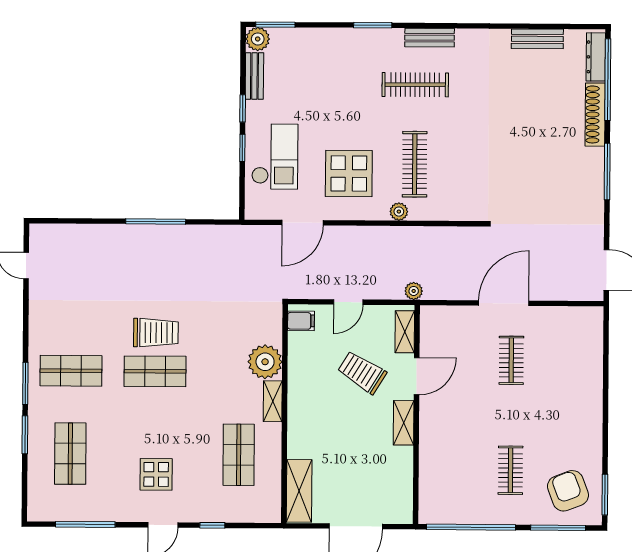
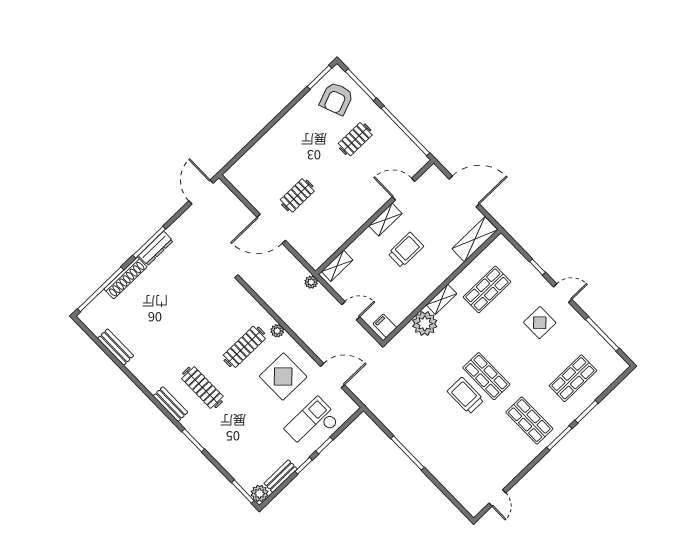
dresser: (596, 57) -> (156, 248), moved
trolley: (362, 372) -> (406, 250), moved, turned -122
door: (417, 376) -> (404, 189), moved

